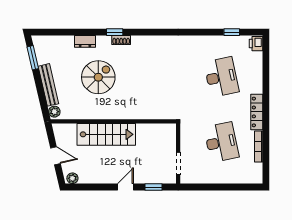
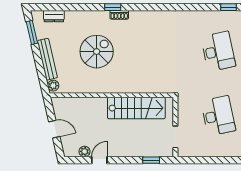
dresser: (85, 41) -> (54, 16), moved
stairs: (106, 134) -> (136, 108), moved
plant: (72, 178) -> (84, 151), moved
door: (126, 187) -> (99, 160), moved

